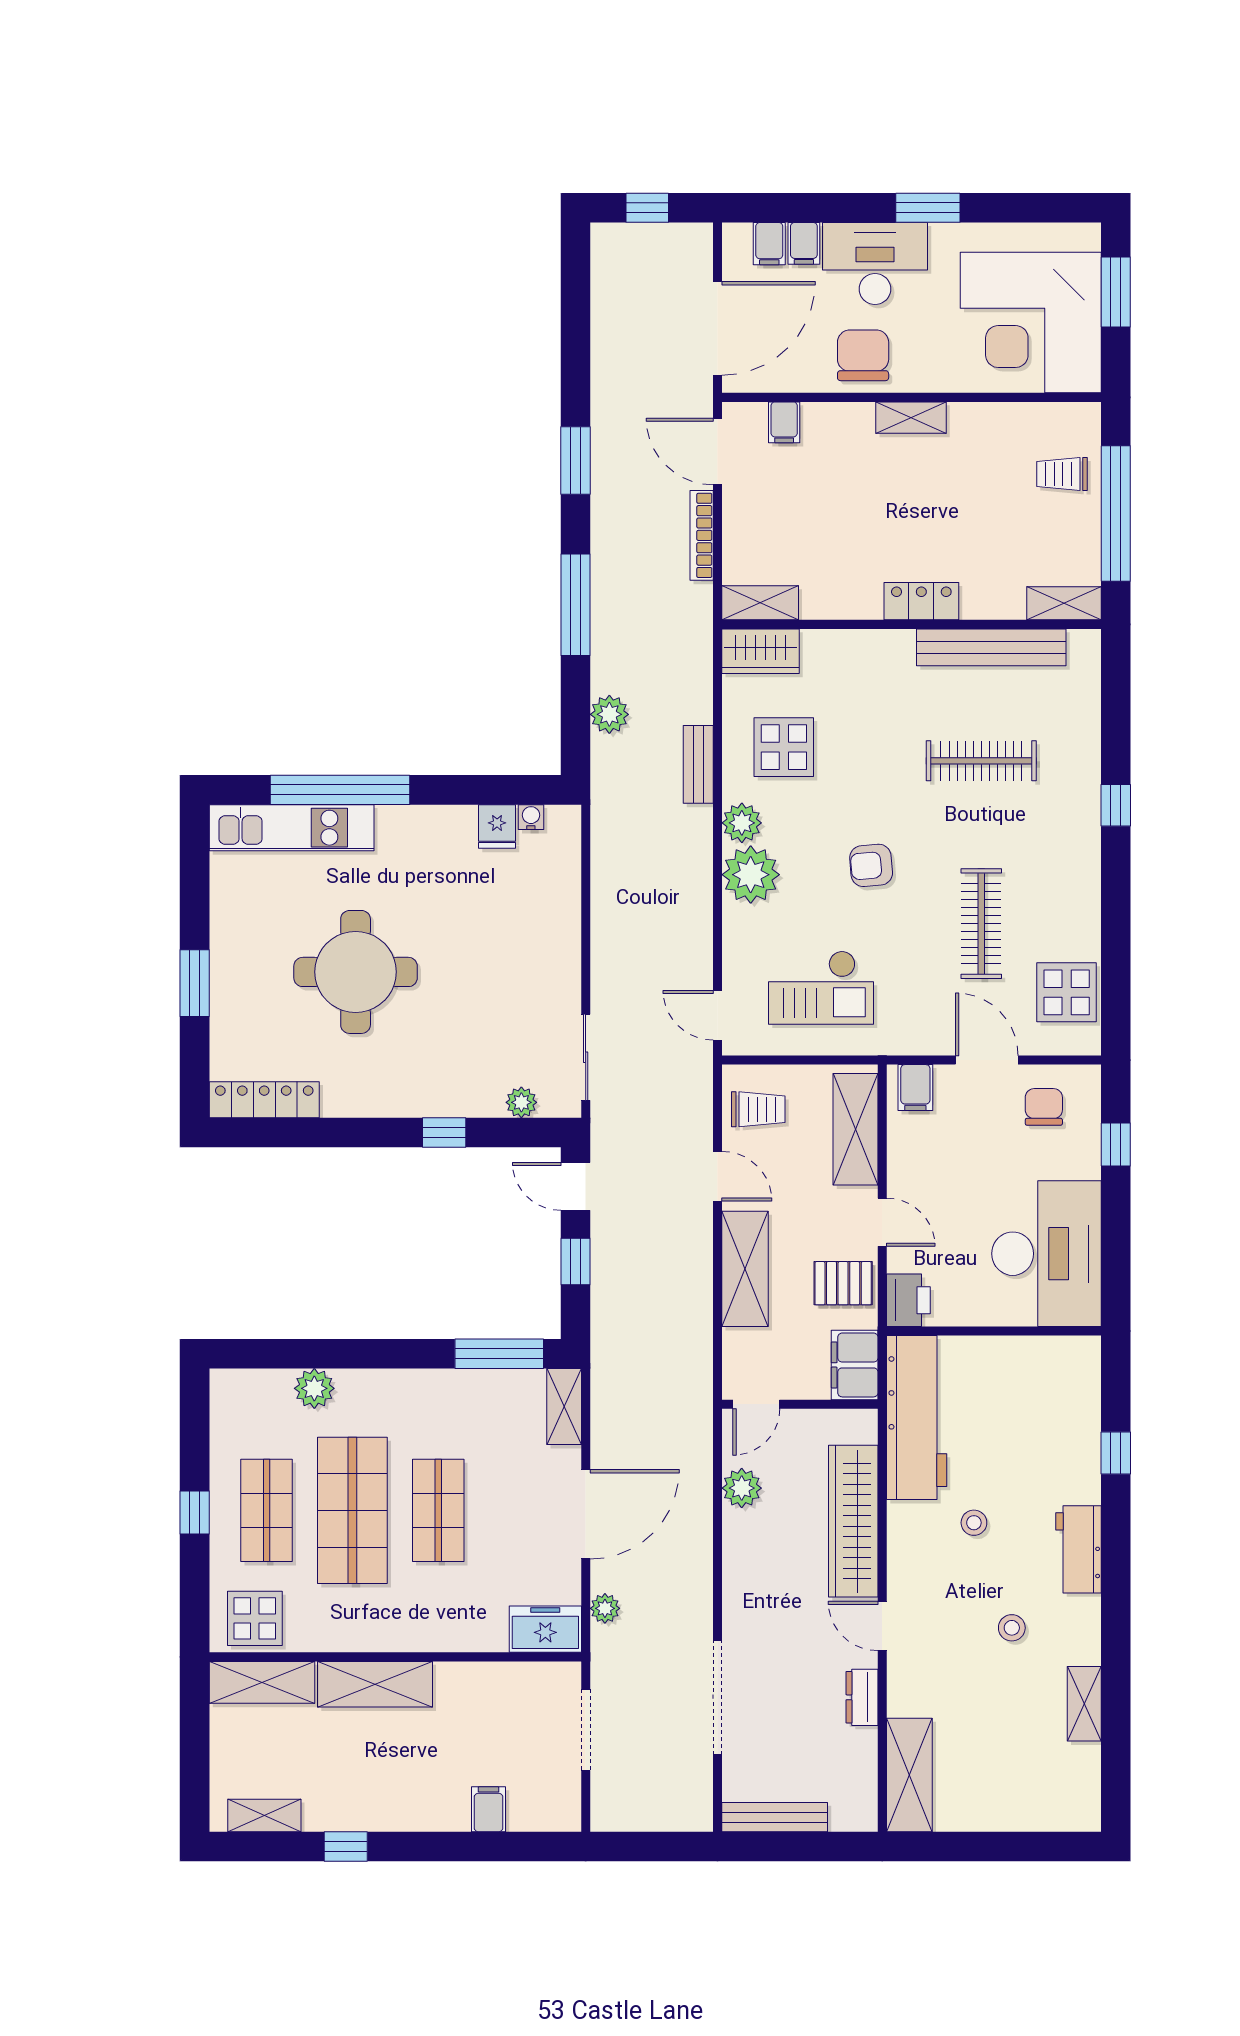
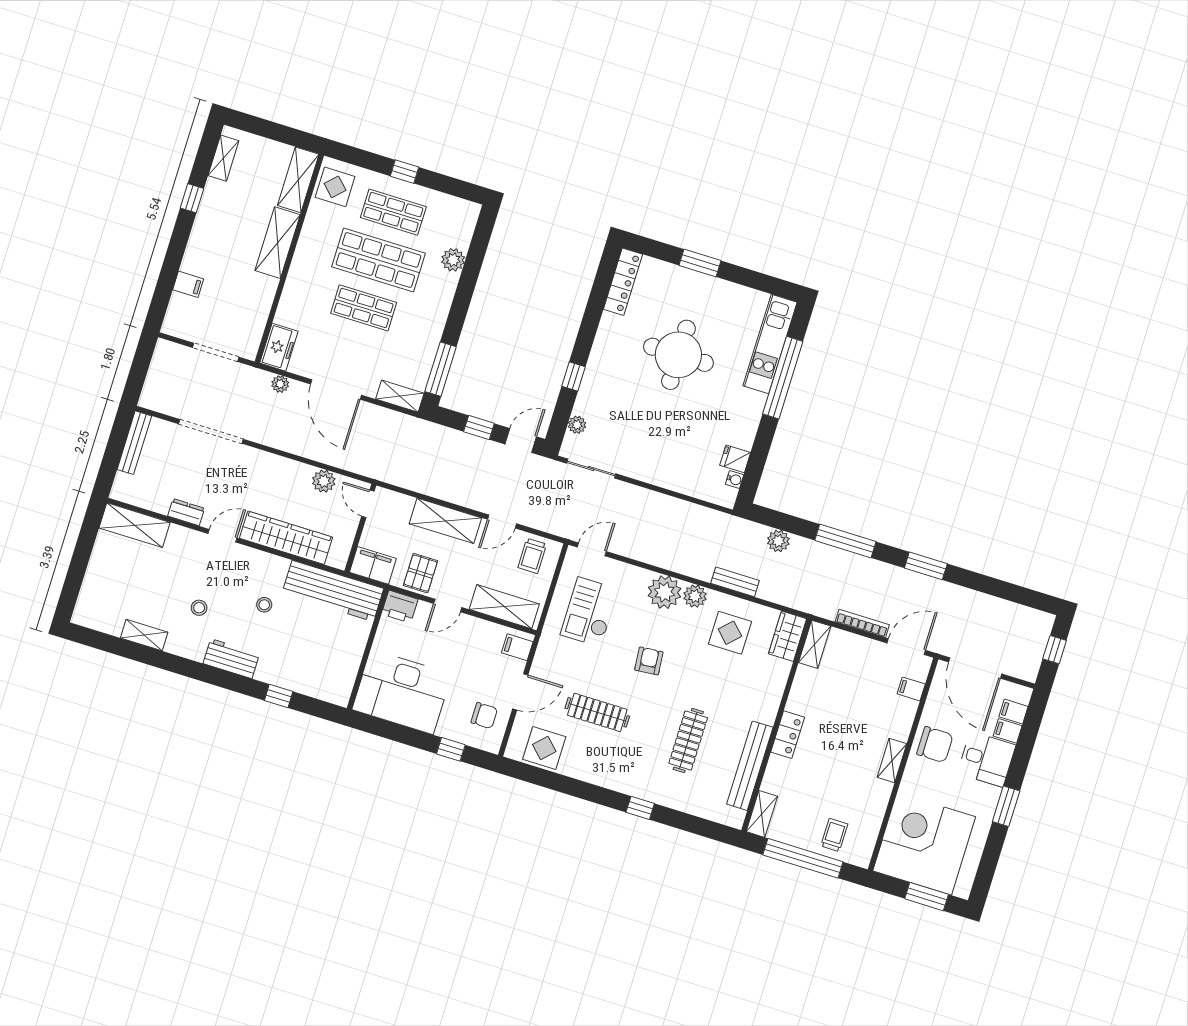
desk: (875, 263) -> (987, 759), width x0.73

